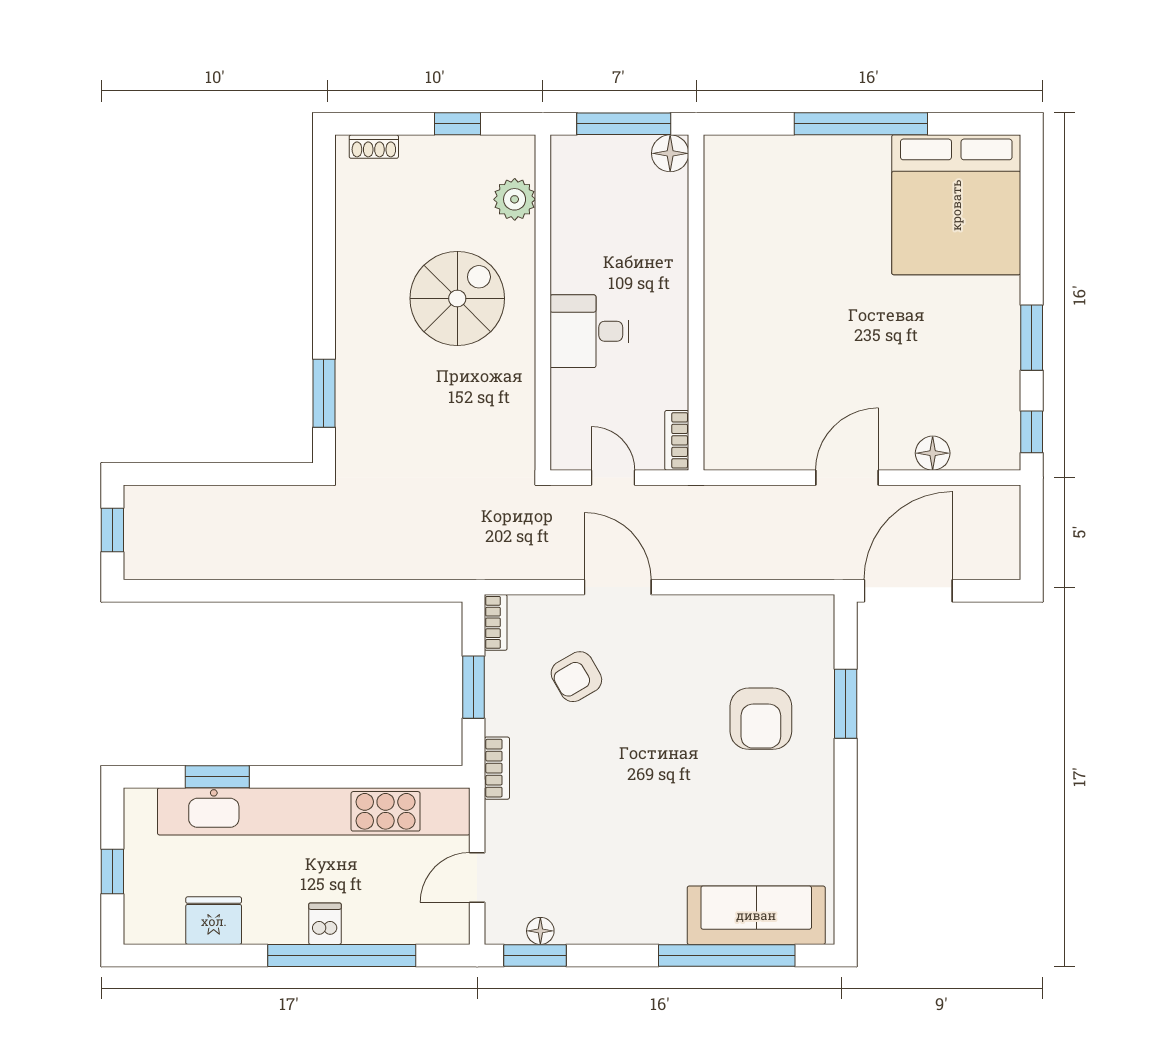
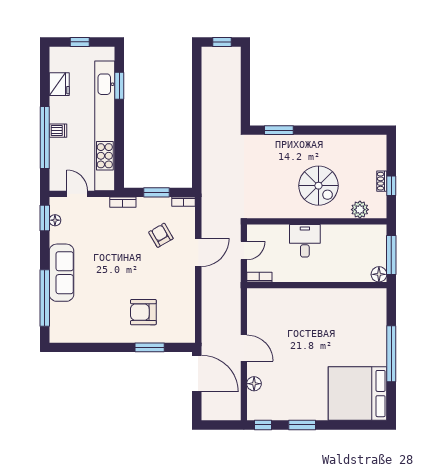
shoe rack: (374, 147) -> (382, 181), moved
sofa: (756, 915) -> (62, 273), moved

